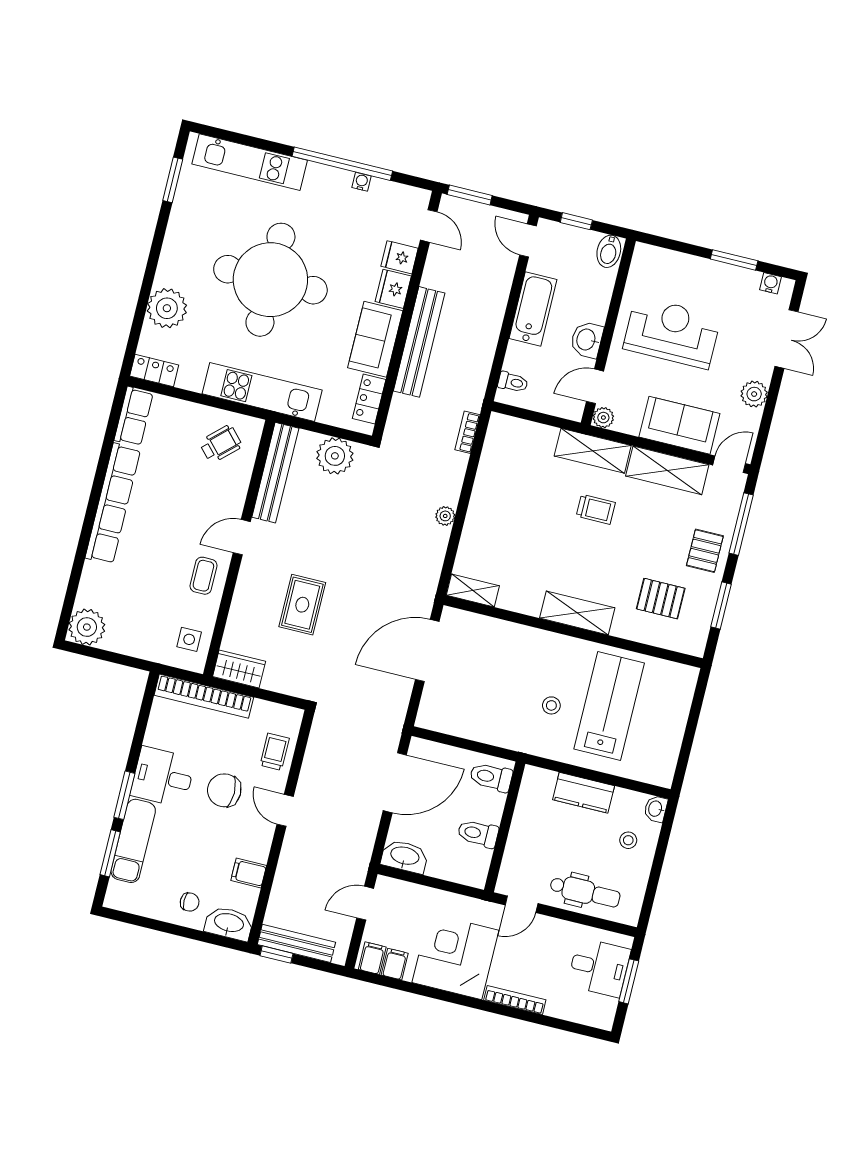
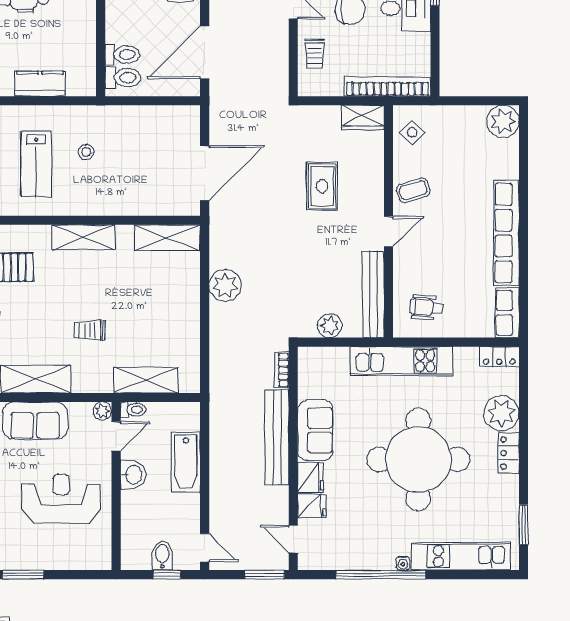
water cooler: (361, 182) -> (403, 563), moved
bidet: (609, 251) -> (162, 556), moved
bathtub: (533, 309) -> (186, 462), moved
reception desk: (672, 332) -> (61, 499), turned 180
toilet: (513, 382) -> (133, 410), moved, turned 180
locker: (369, 399) -> (509, 453), moved, turned 180
bookcase: (467, 432) -> (282, 370), moved, turned 180
wheelchair: (221, 444) -> (426, 307), turned 48
shelving: (593, 451) -> (146, 380), moved
plant: (335, 456) -> (330, 326), width x0.73, depth x0.73
plant: (445, 516) -> (225, 285), width x1.88, depth x1.88
coffee table: (203, 576) -> (413, 190), turned 73
shelving: (473, 590) -> (167, 238), width x1.50, depth x1.33
side table: (189, 639) -> (412, 132), turned 45
lab bench: (609, 706) -> (36, 164), width x0.73, depth x0.72
toilet: (478, 834) -> (122, 54), moved

